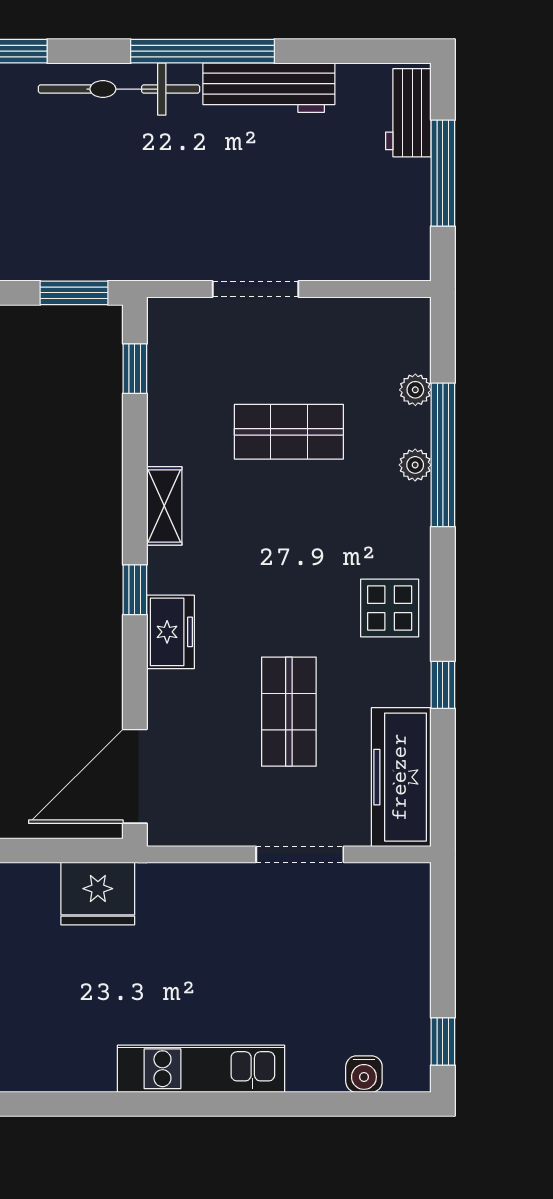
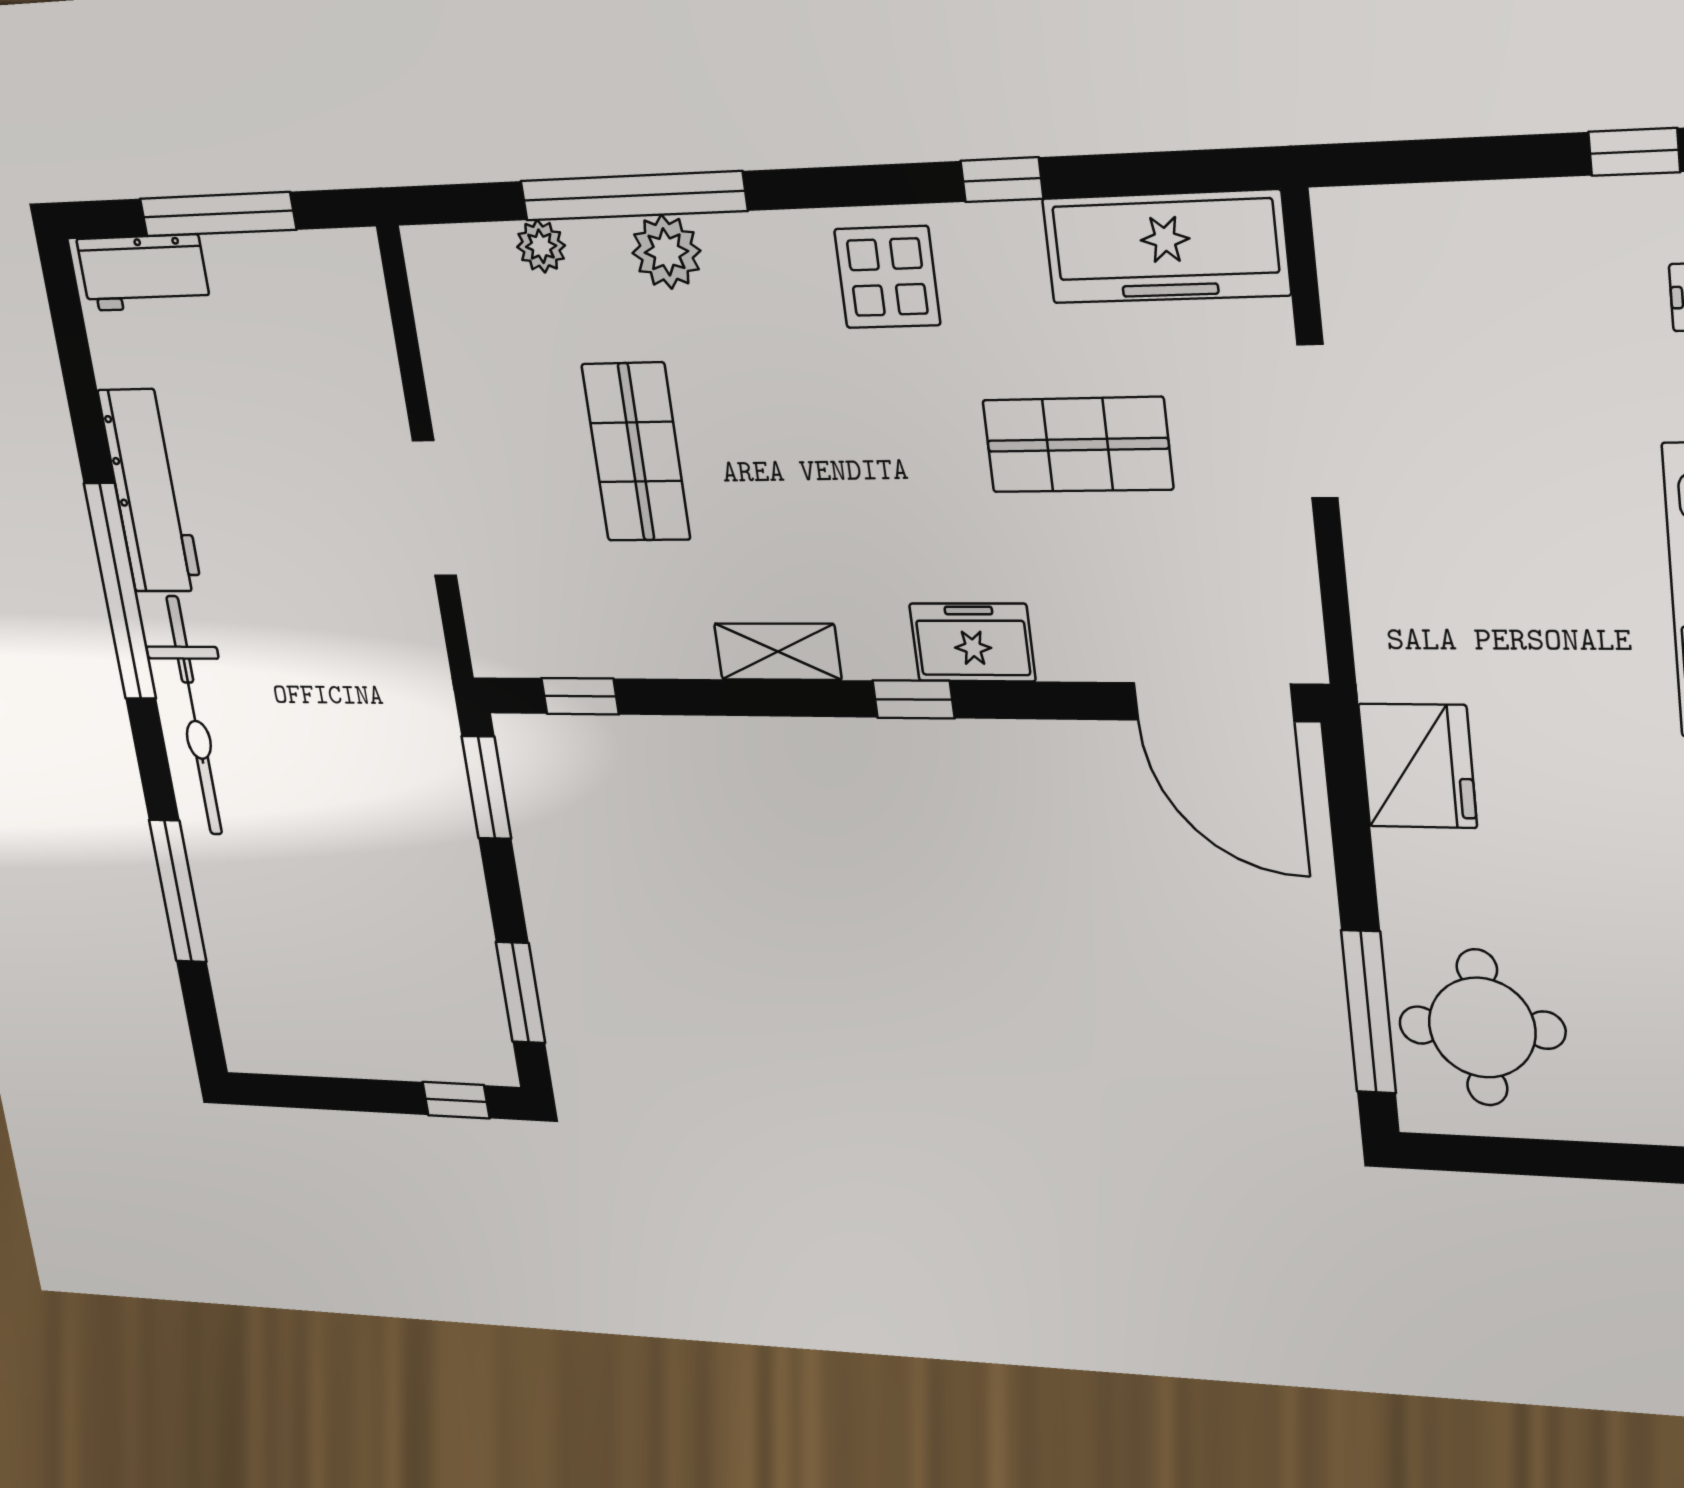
plant: (415, 465) -> (666, 252), width x1.38, depth x1.38

